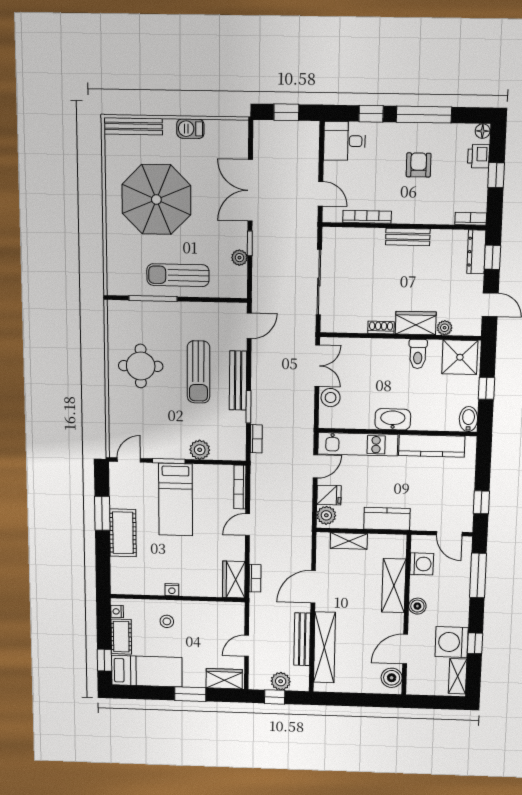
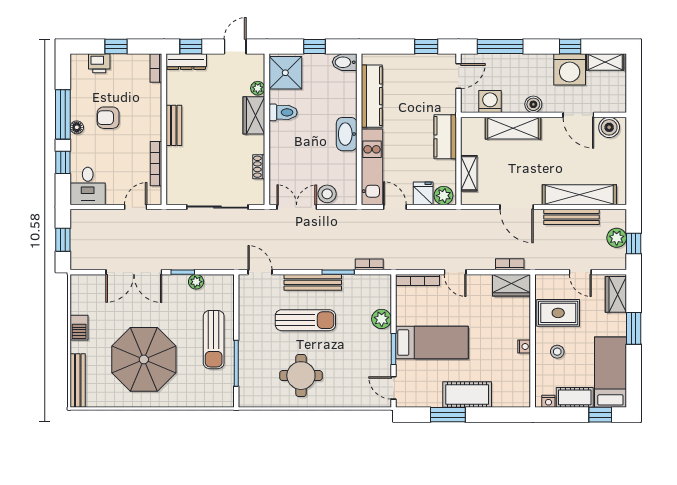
floor lamp: (483, 131) -> (77, 127), moved
shoe rack: (381, 327) -> (259, 167), moved
rug: (206, 623) -> (558, 313), added

